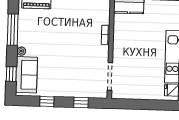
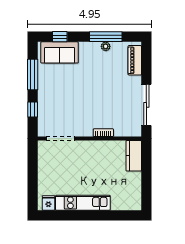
plant: (21, 51) -> (106, 46), moved
window: (47, 101) -> (33, 74), width x2.17

